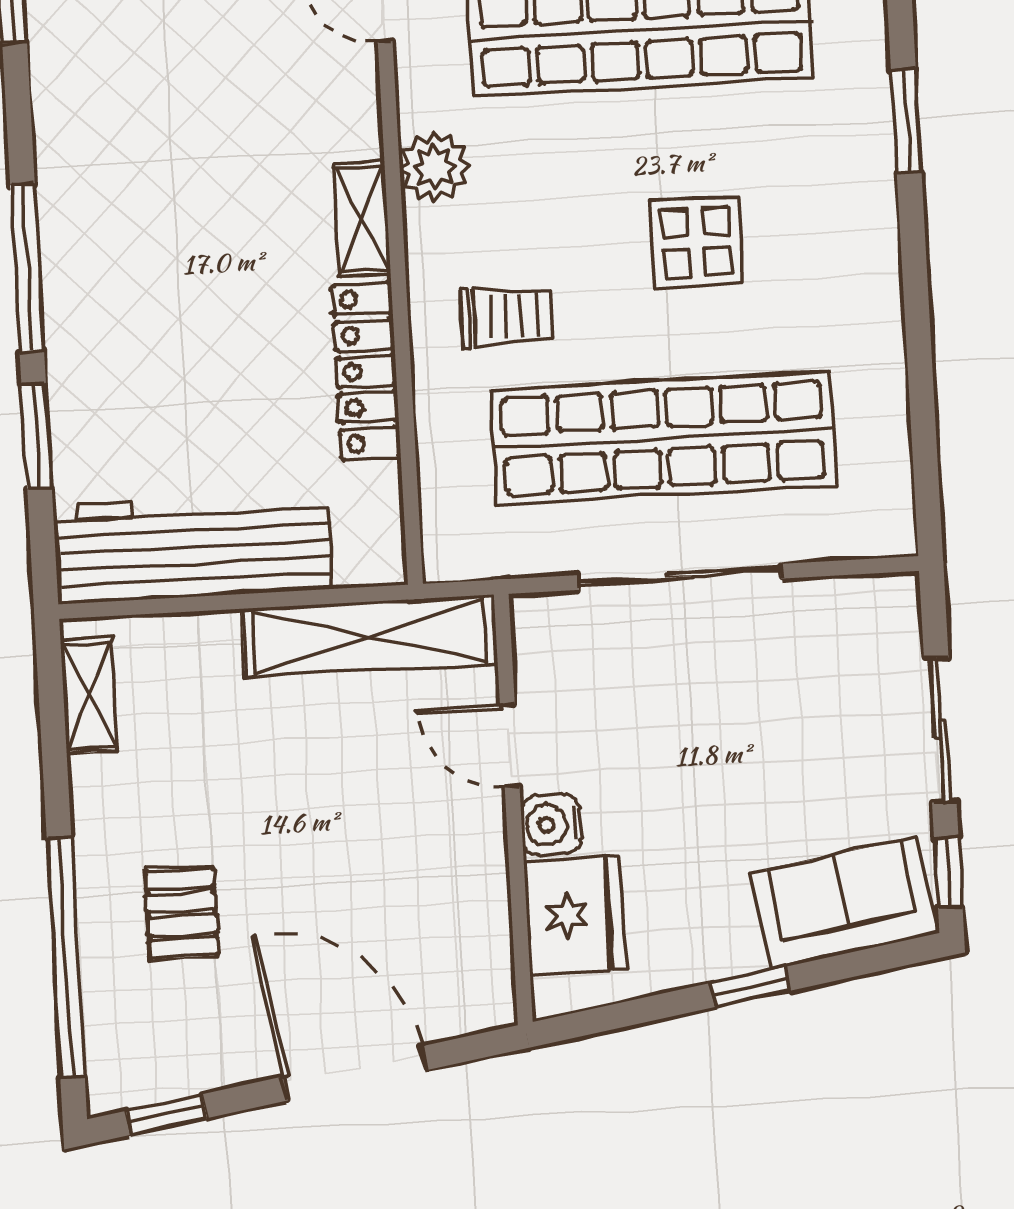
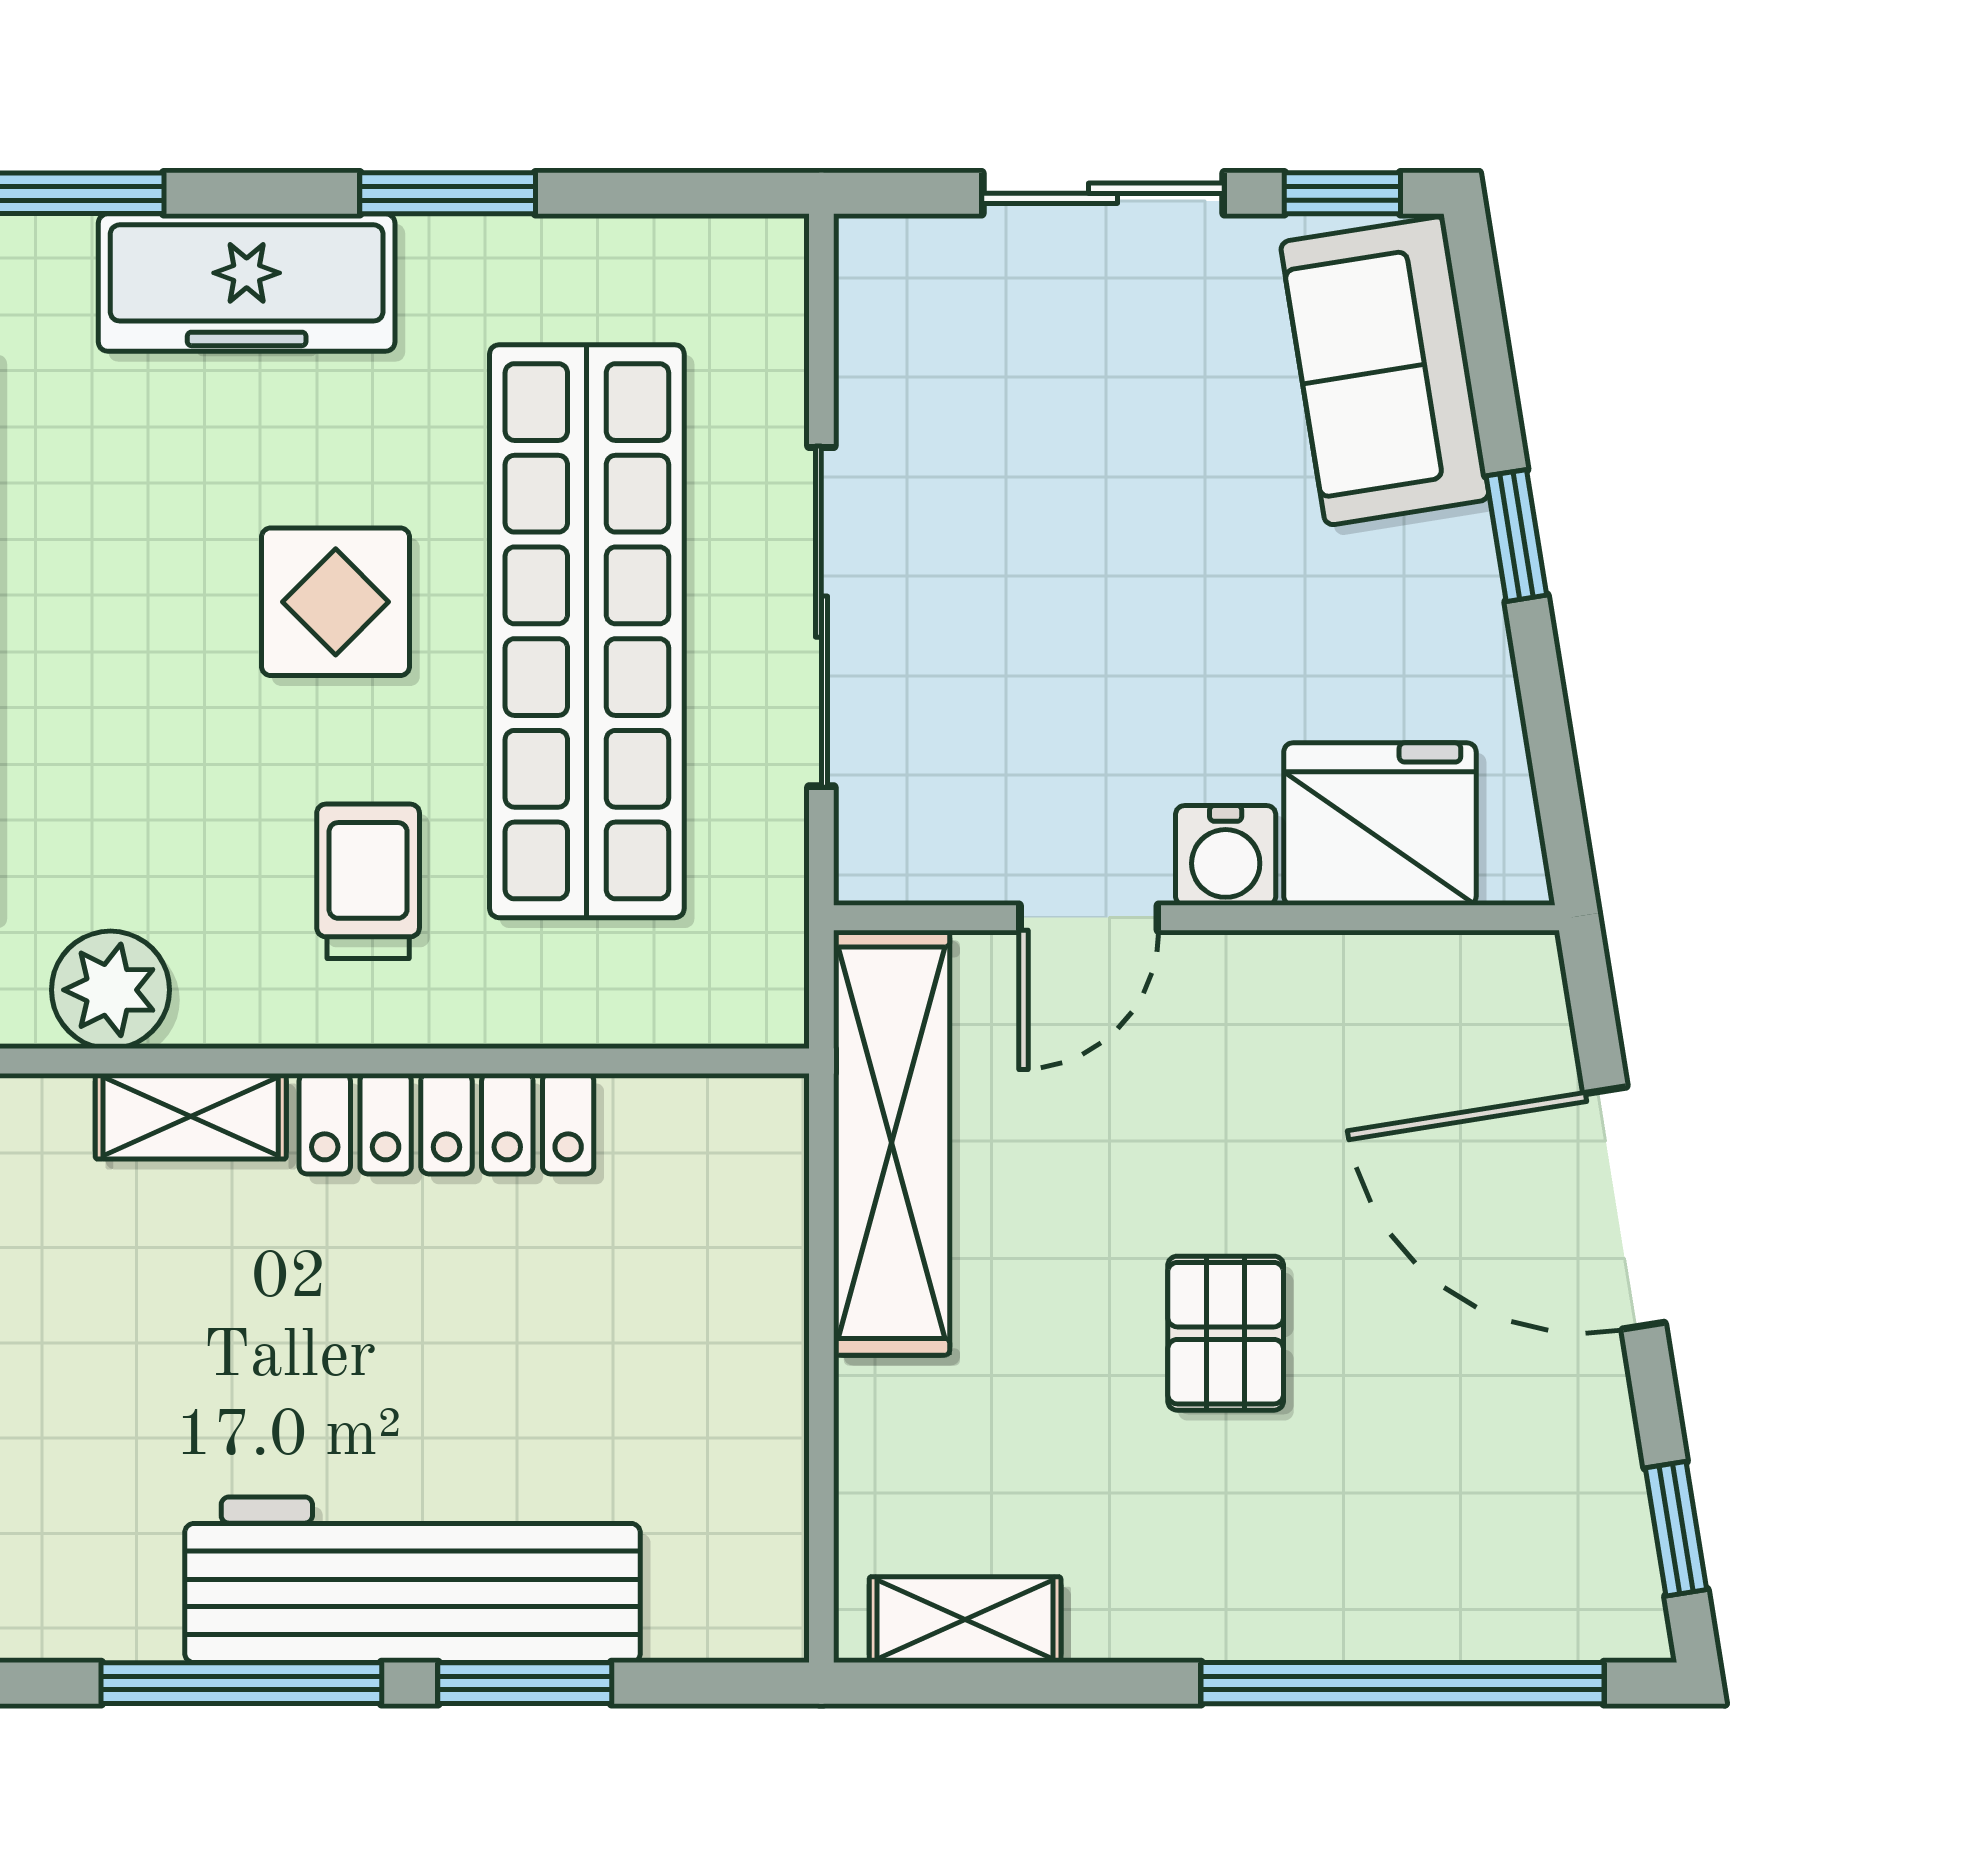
freezer: (859, 225) -> (247, 283), added
display table: (696, 242) -> (336, 602), moved
window: (919, 341) -> (448, 193), added
workbench: (194, 547) -> (413, 1580), moved, turned 90
pallet: (182, 913) -> (1226, 1333), moved, turned 90
door: (355, 1073) -> (1624, 1208), hinge flipped

